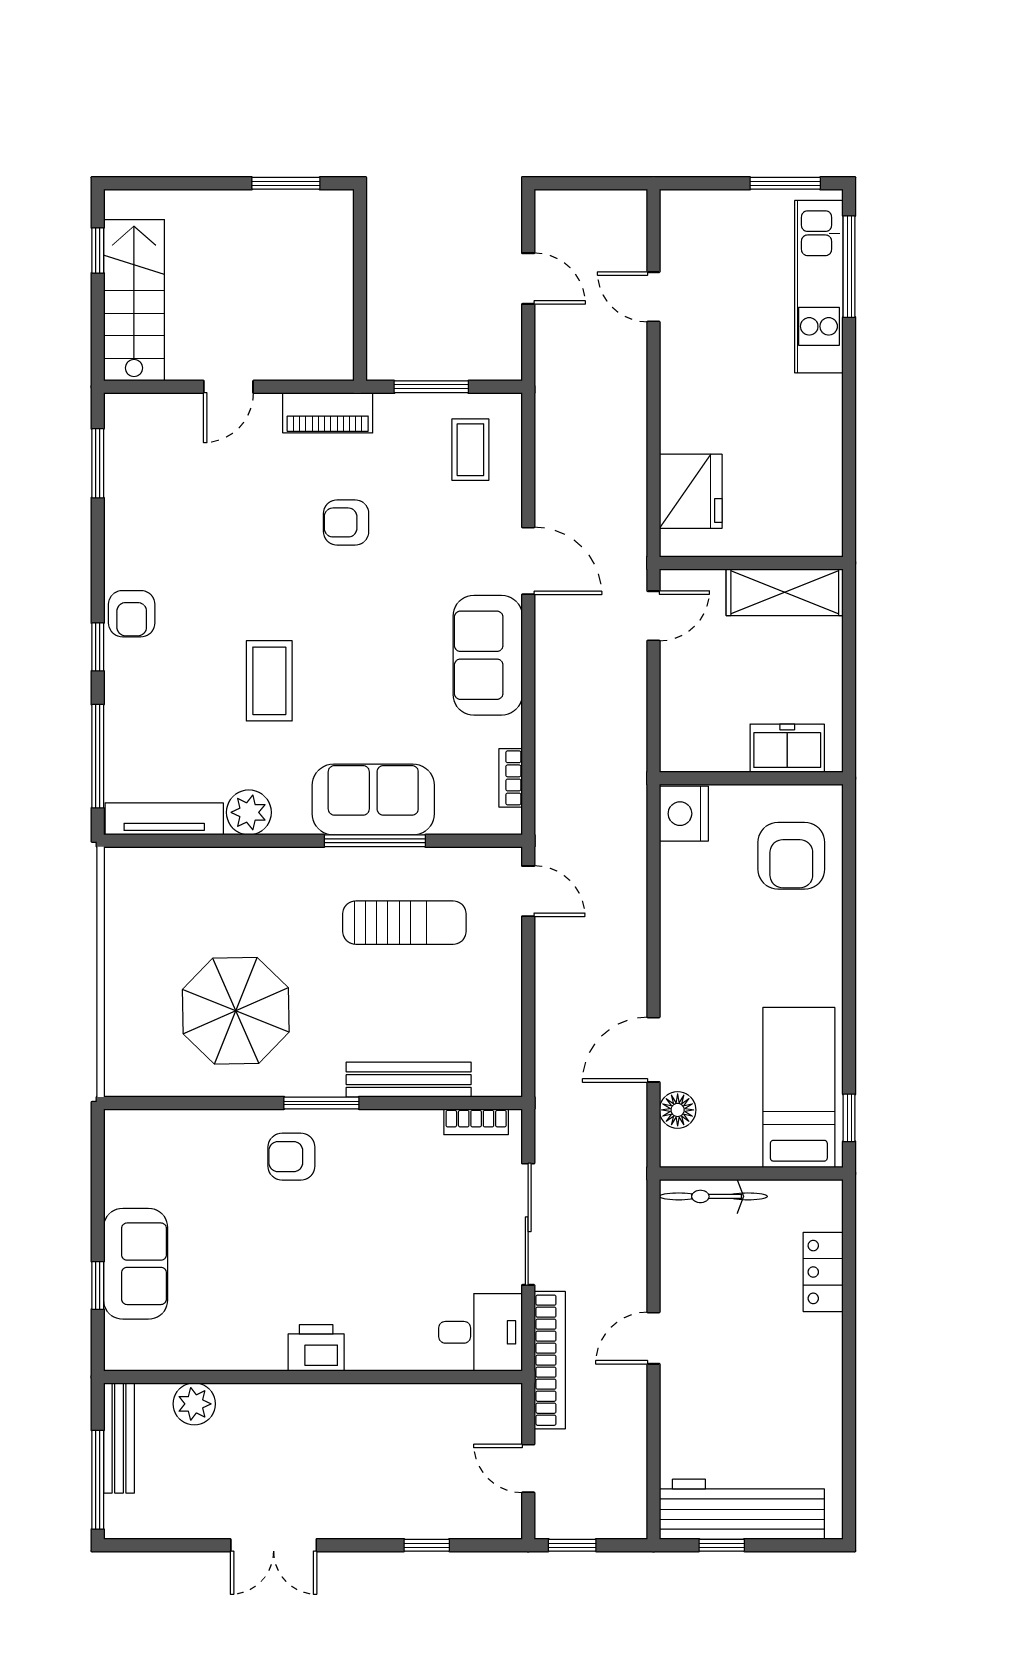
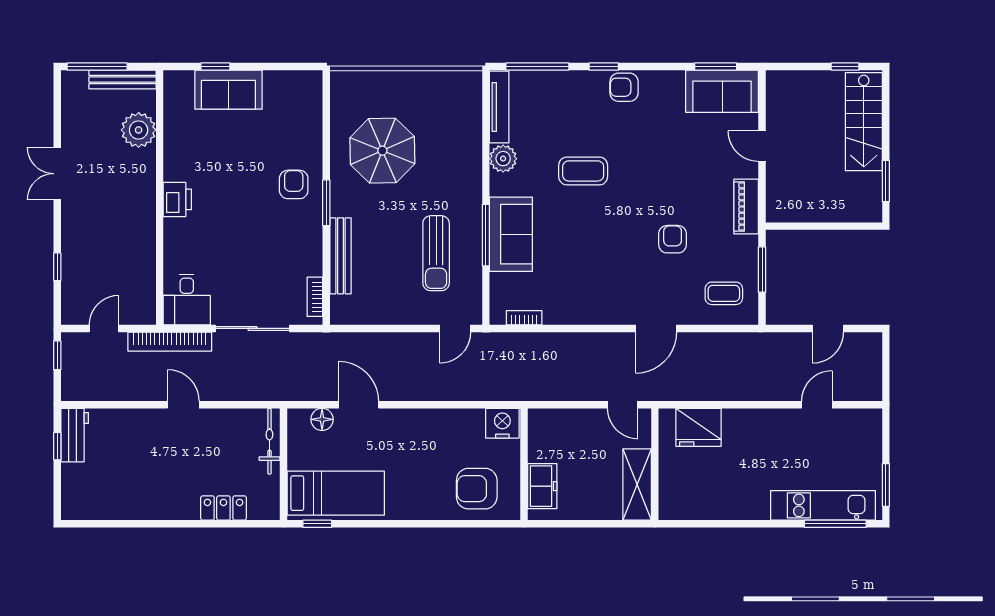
stairs: (134, 300) -> (864, 122), moved, turned 90
armchair: (346, 522) -> (673, 239), moved
sofa: (488, 655) -> (722, 91), moved, turned 180
plant: (194, 1404) -> (139, 130), width x1.36, depth x1.36
workbench: (742, 1509) -> (75, 435), width x0.53, depth x0.76

